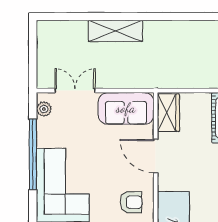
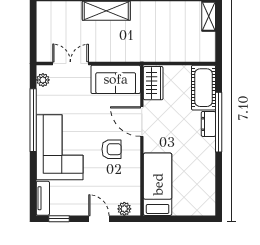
armchair: (131, 202) -> (112, 149), moved

